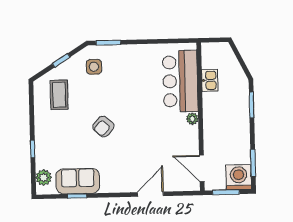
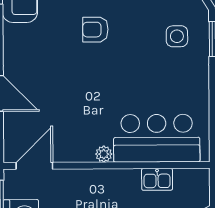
side table: (94, 67) -> (177, 36), moved
armchair: (103, 126) -> (95, 30), turned -41

